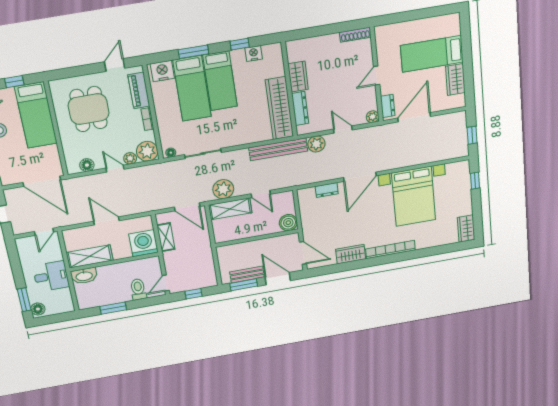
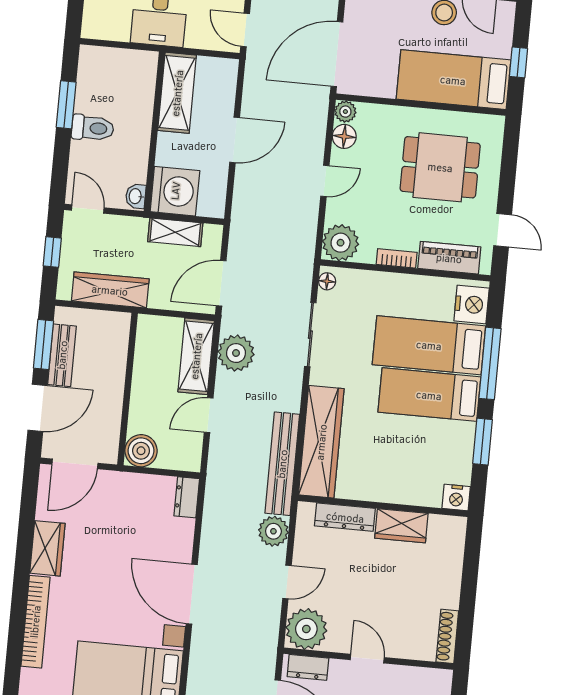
window: (240, 44) -> (483, 442), width x1.50
window: (193, 52) -> (490, 363), width x1.44
nightstand: (254, 53) -> (456, 498), moved, turned 90
wardrobe: (279, 108) -> (321, 442), moved, turned 90
plant: (373, 117) -> (306, 629), width x1.88, depth x1.88
plant: (130, 158) -> (345, 112), moved
dresser: (327, 190) -> (187, 497), moved
wardrobe: (206, 261) -> (110, 290), added
washbasin: (84, 276) -> (136, 196), moved, width x0.52, depth x0.69
toilet: (138, 289) -> (93, 128), moved

